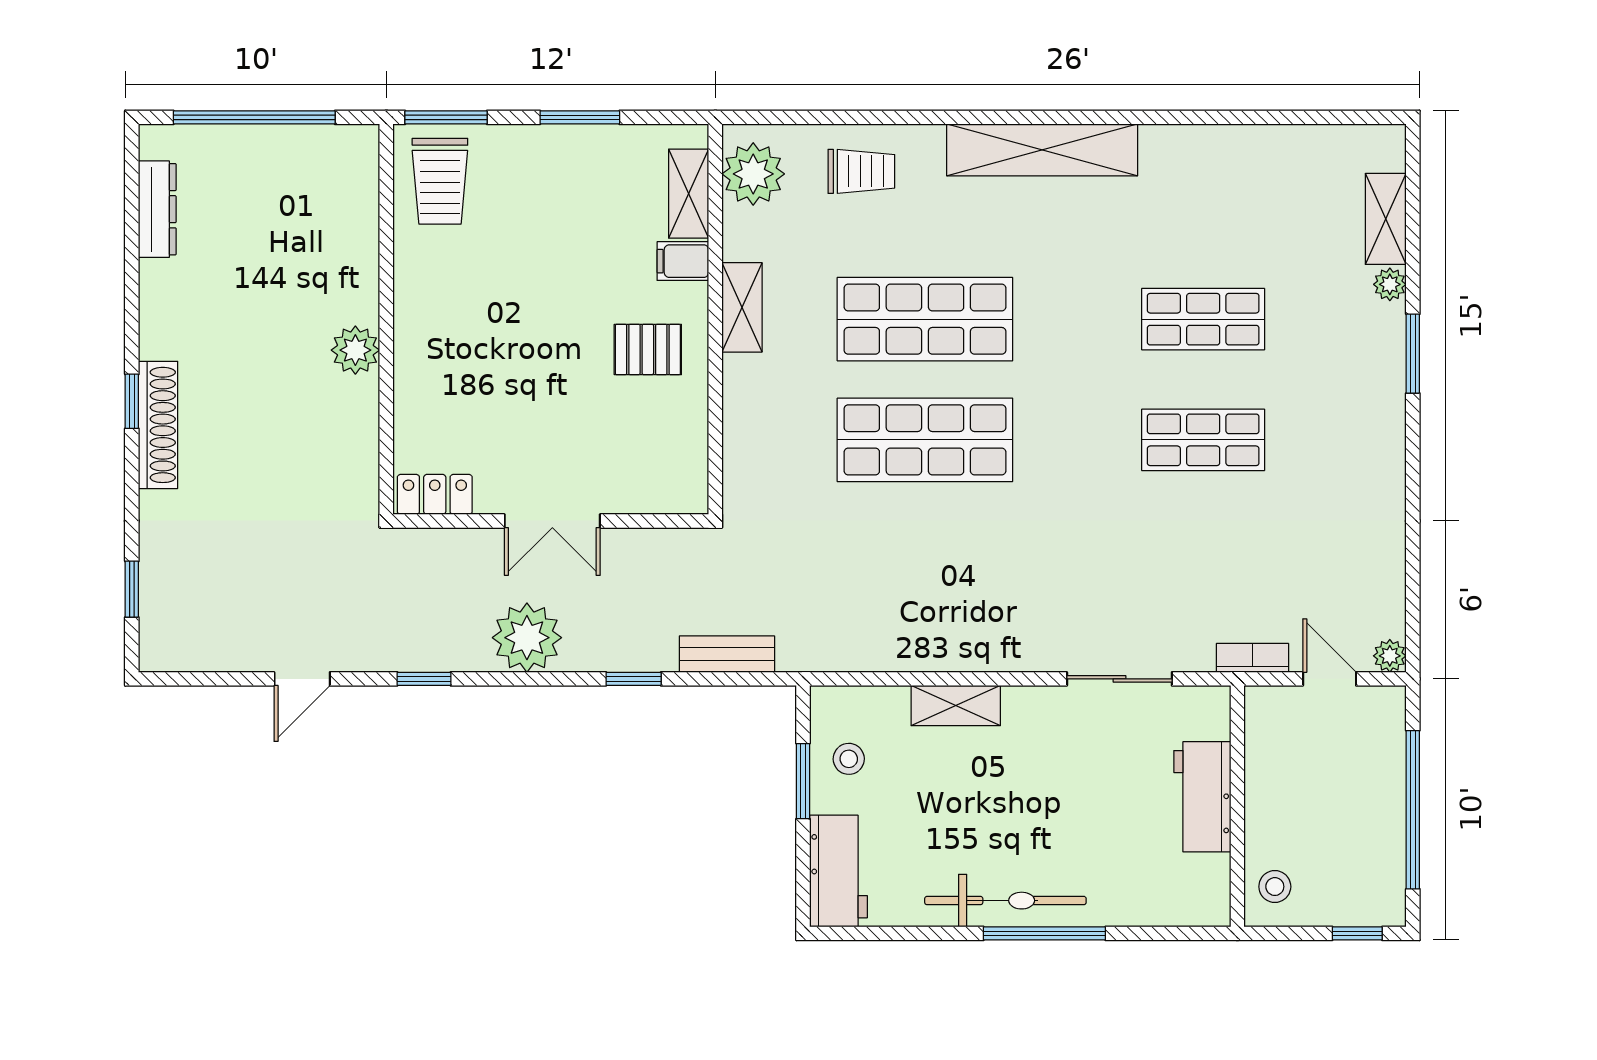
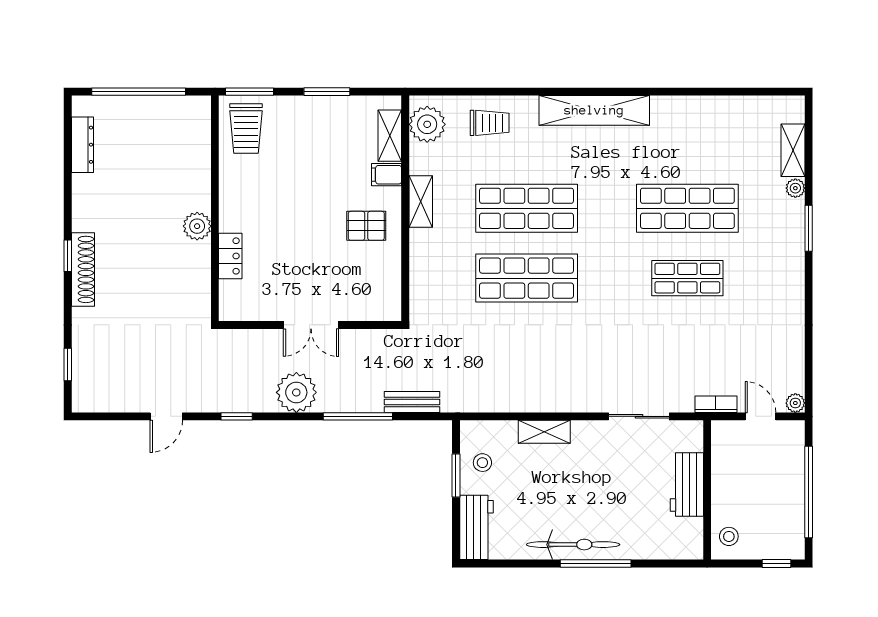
shop shelf: (1203, 319) -> (687, 208), width x1.43, depth x1.36
locker: (435, 494) -> (230, 256), moved, turned 90
window: (634, 679) -> (358, 416), width x2.17

